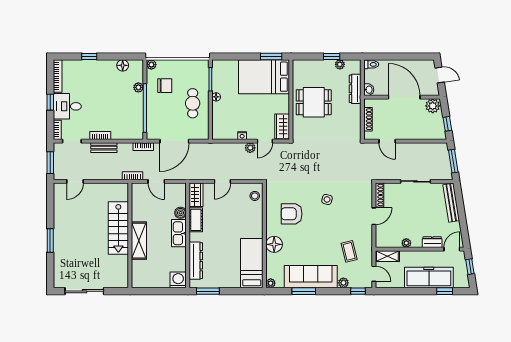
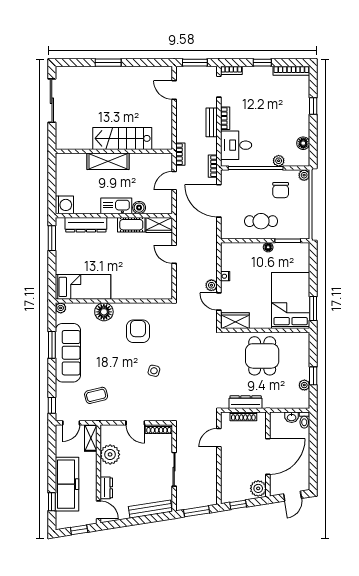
dresser: (355, 89) -> (246, 402), moved
washbasin: (369, 90) -> (292, 417), moved
desk: (67, 106) -> (236, 145), moved, turned -90
stool: (255, 196) -> (158, 290), removed
plant: (406, 243) -> (110, 454), width x1.88, depth x1.88
plant: (343, 283) -> (61, 389), removed

